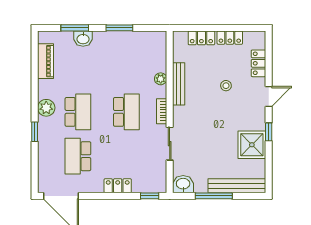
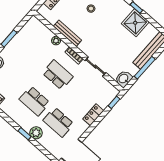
plant: (46, 108) -> (36, 133), moved
school desk: (78, 112) -> (34, 101), turned 180

